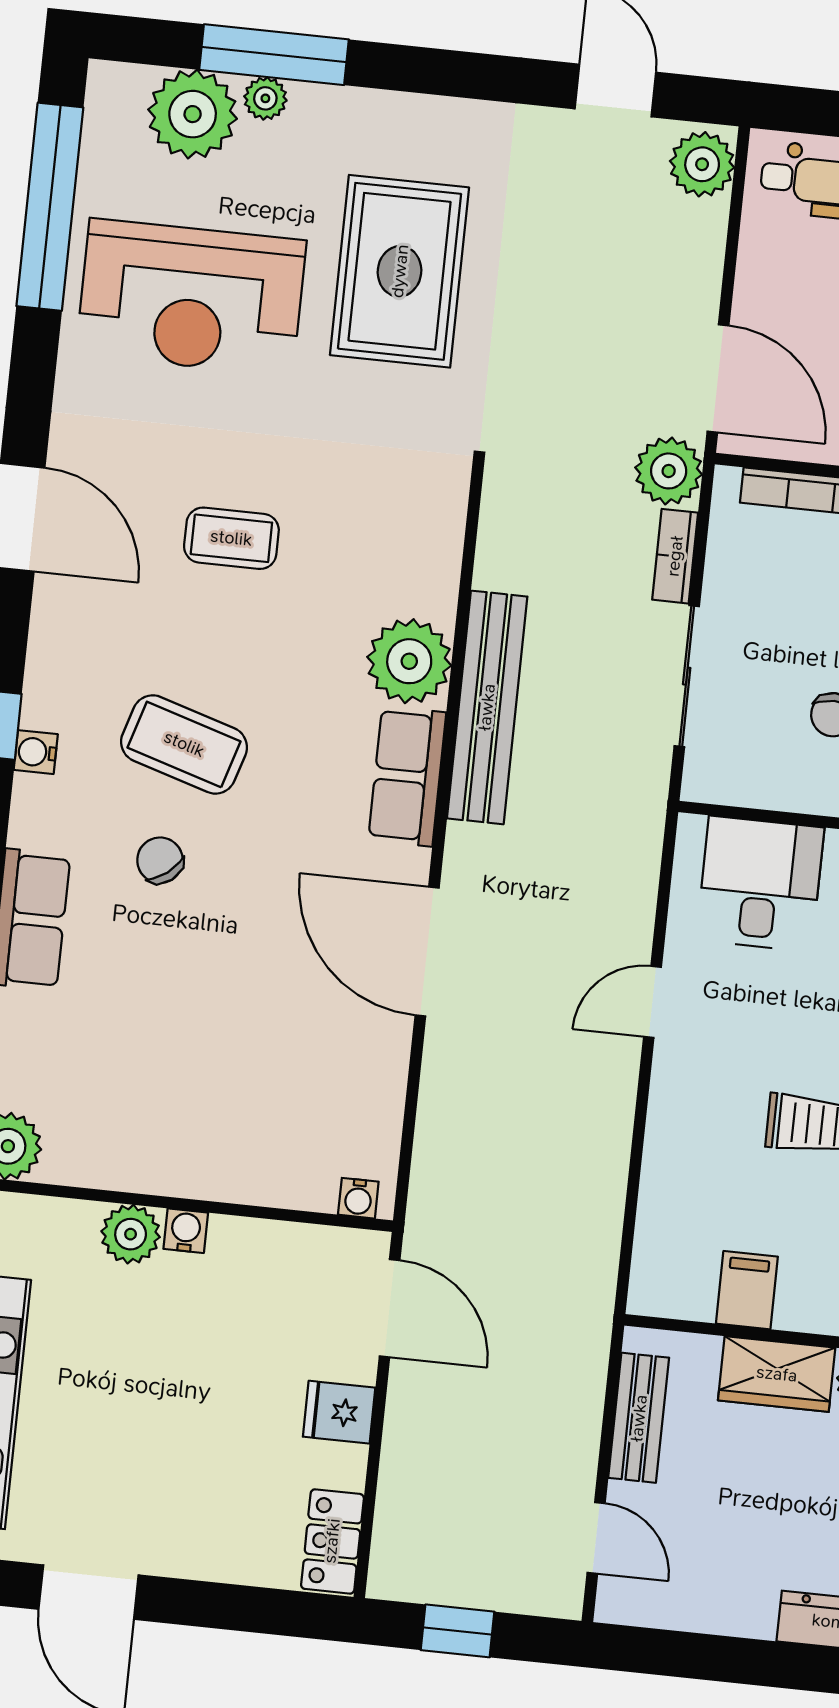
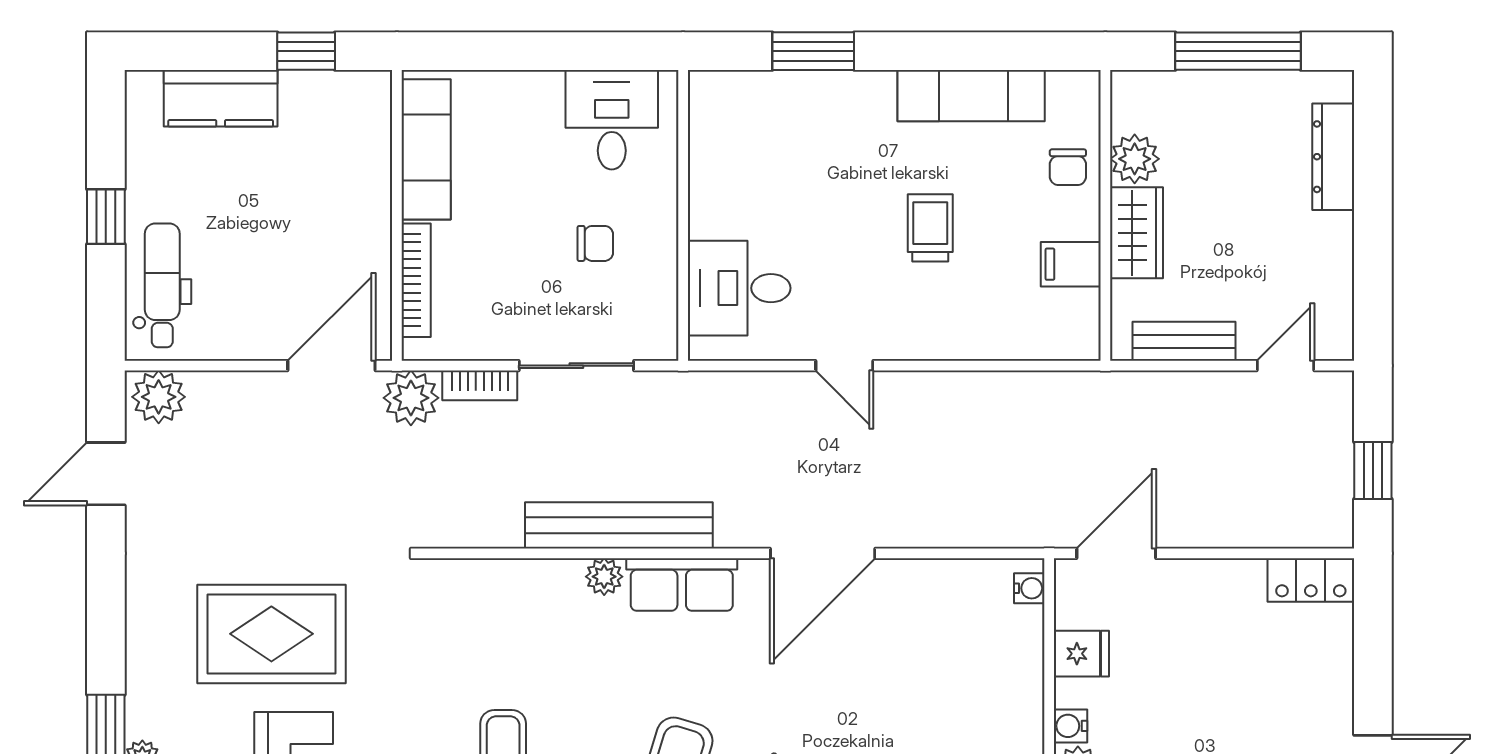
plant: (409, 661) -> (604, 577), width x0.53, depth x0.53
fridge: (339, 1412) -> (1081, 654), moved, turned -90

